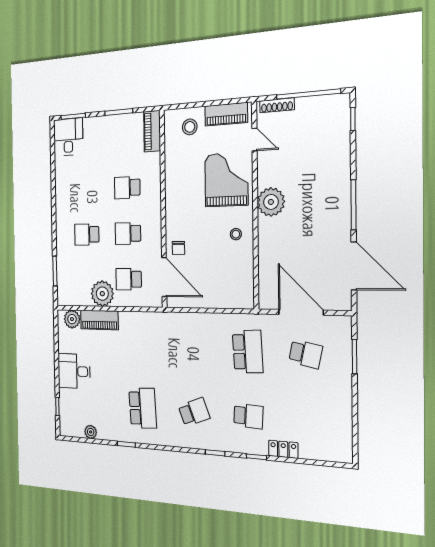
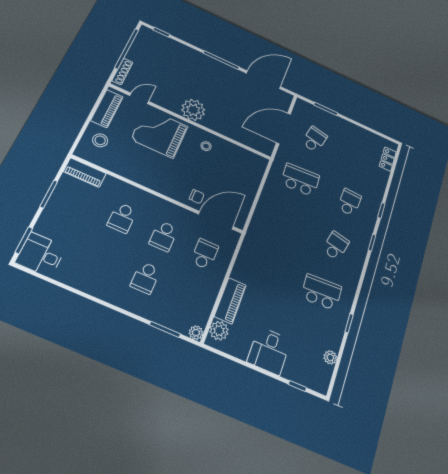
school desk: (129, 279) -> (205, 254), turned 180
plant: (102, 294) -> (196, 333), moved, width x0.53, depth x0.53
school desk: (194, 412) -> (336, 246), turned 33
locker: (283, 449) -> (388, 159), moved

